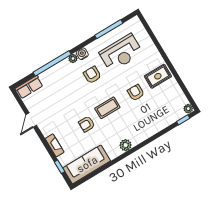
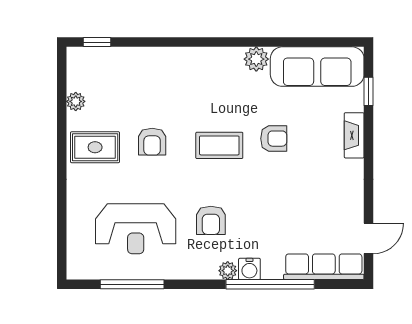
reception desk: (121, 53) -> (136, 229), turned 180
water cooler: (82, 54) -> (249, 269), moved
row of seats: (29, 87) -> (324, 267), width x1.48
plant: (188, 109) -> (76, 101), moved
door: (31, 120) -> (369, 238), moved
plant: (126, 145) -> (256, 59), moved

